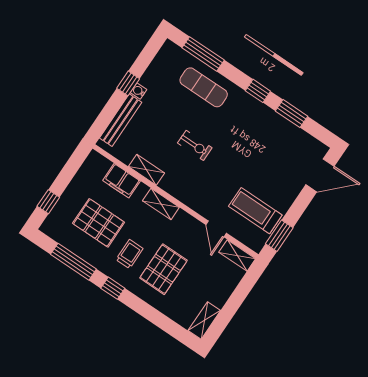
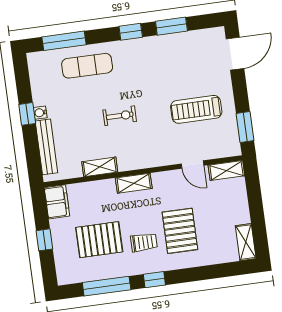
filing cabinet: (121, 181) -> (57, 202), moved, turned -90
window: (48, 202) -> (44, 240), moved
treadmill: (255, 211) -> (196, 109), moved
trolley: (129, 254) -> (144, 242), turned 90

